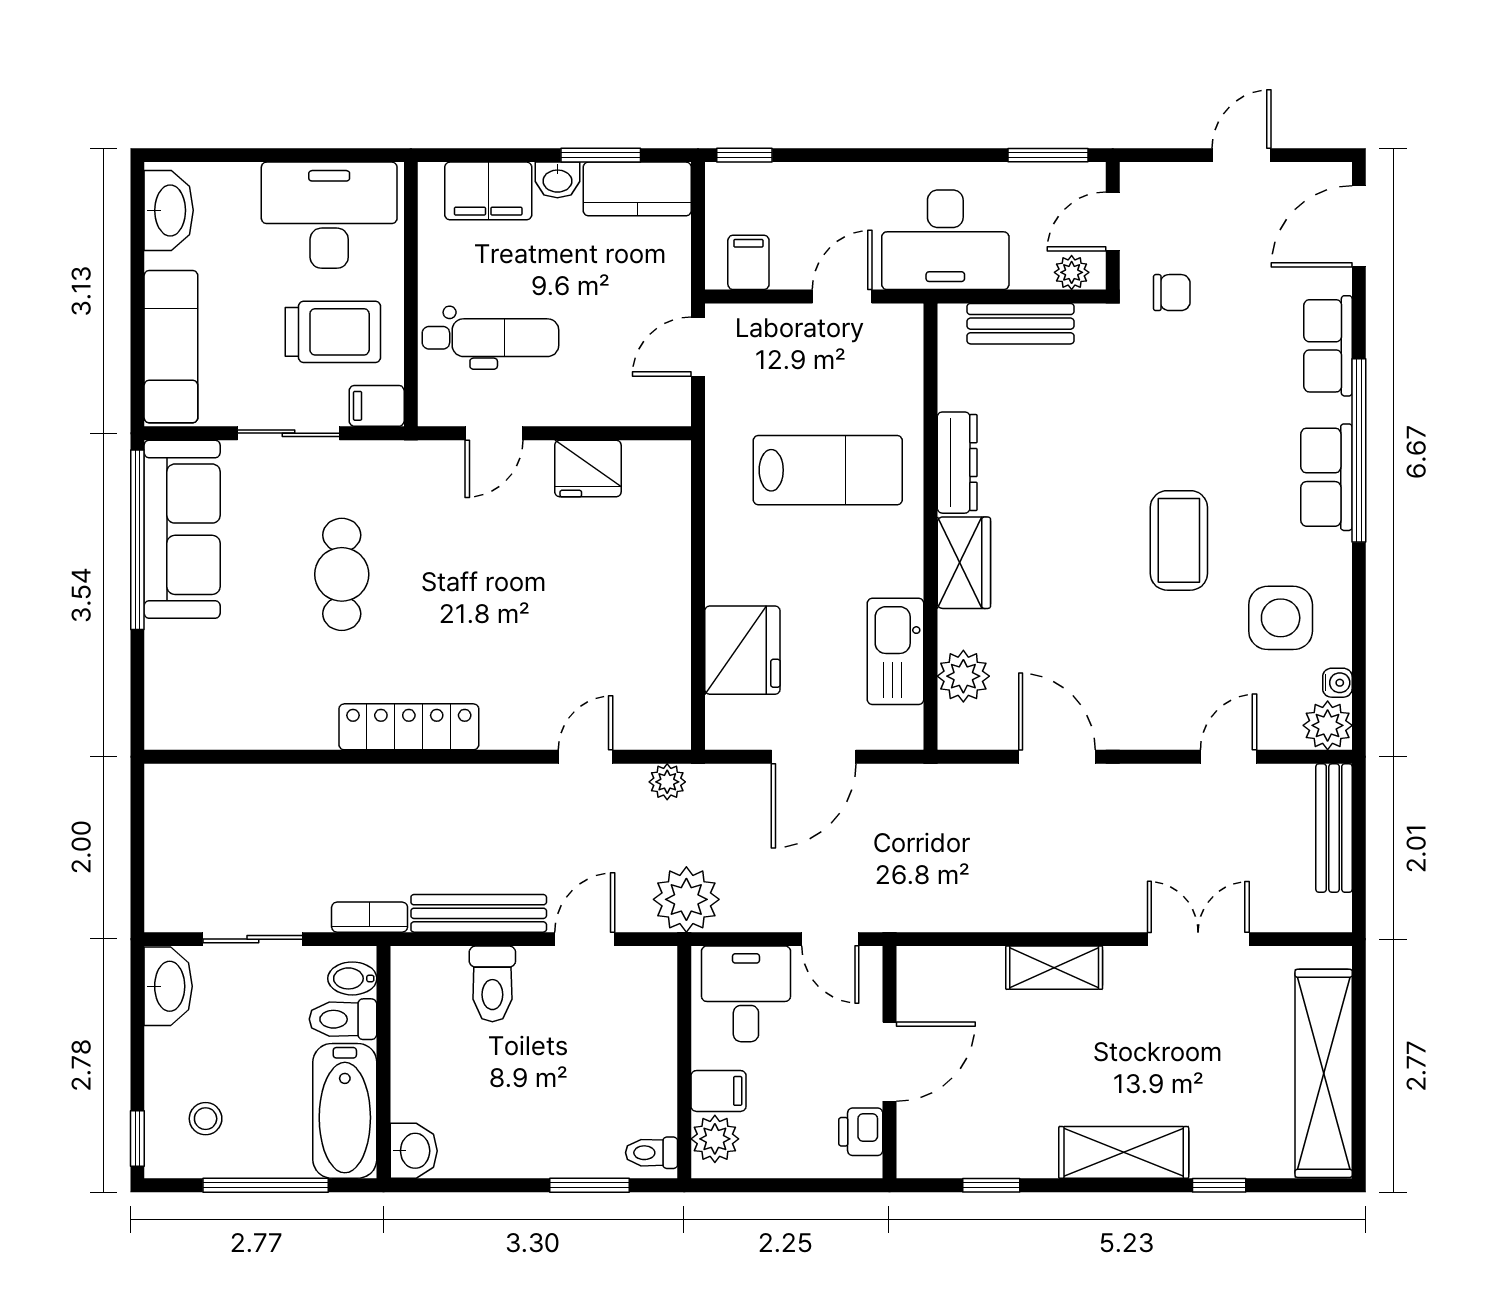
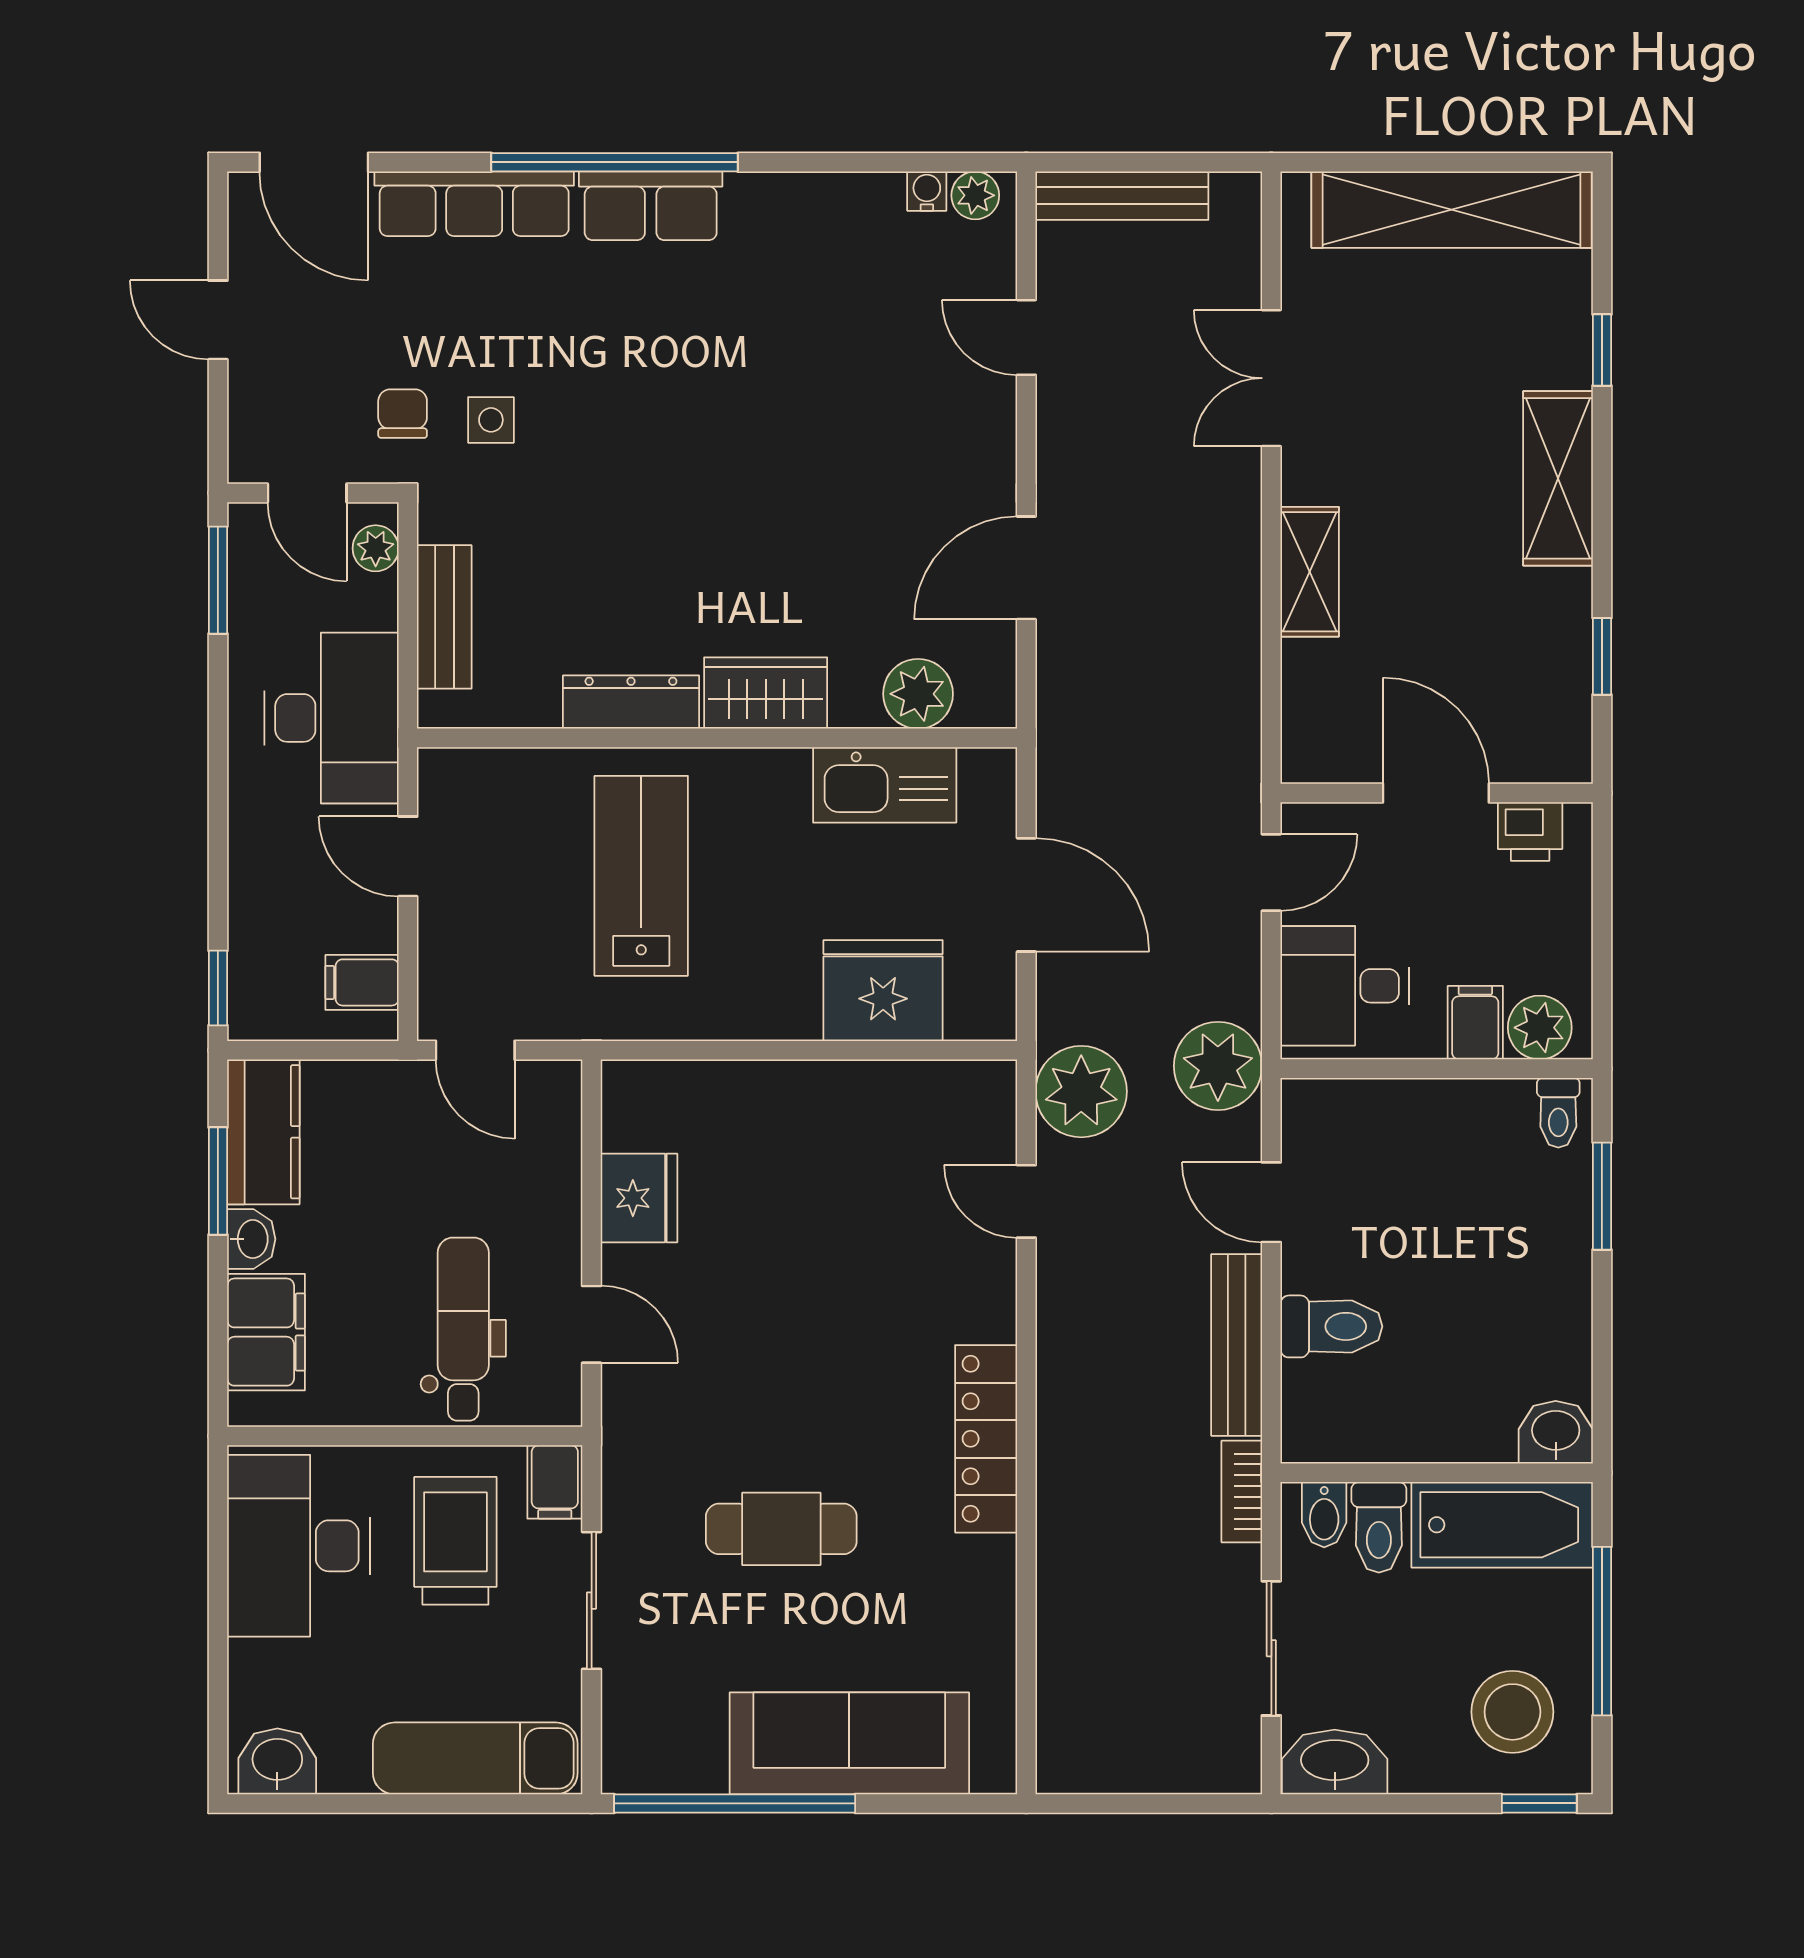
washbasin: (169, 210) -> (277, 1761), width x0.72
row of seats: (1328, 346) -> (474, 204), width x1.48
sofa: (182, 529) -> (849, 1743), moved
coffee table: (1179, 540) -> (736, 404), removed
side table: (1281, 618) -> (491, 420), moved, width x0.54, depth x0.54
plant: (1328, 725) -> (975, 195), width x0.73, depth x0.73
plant: (667, 782) -> (1081, 1092), width x1.88, depth x1.88
stool: (206, 1119) -> (1512, 1712), width x1.89, depth x1.89

